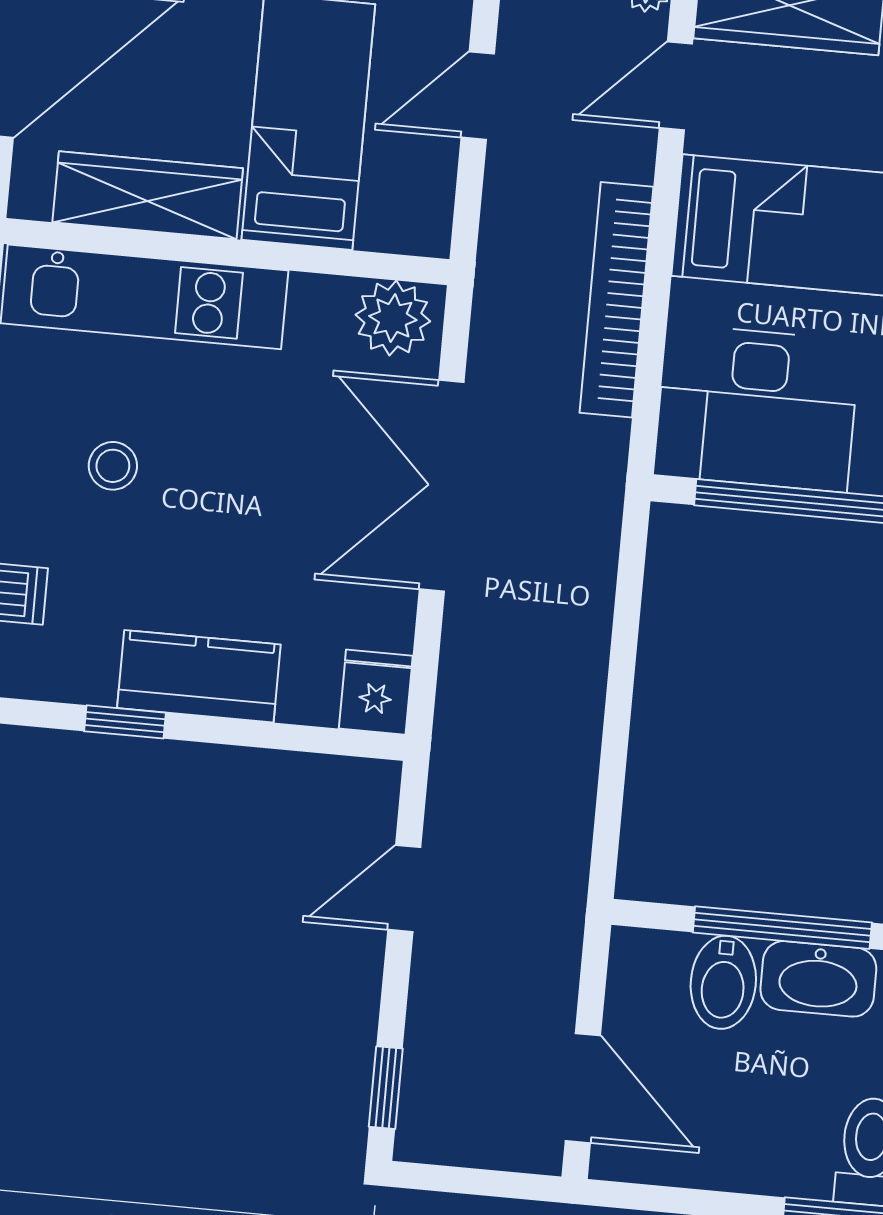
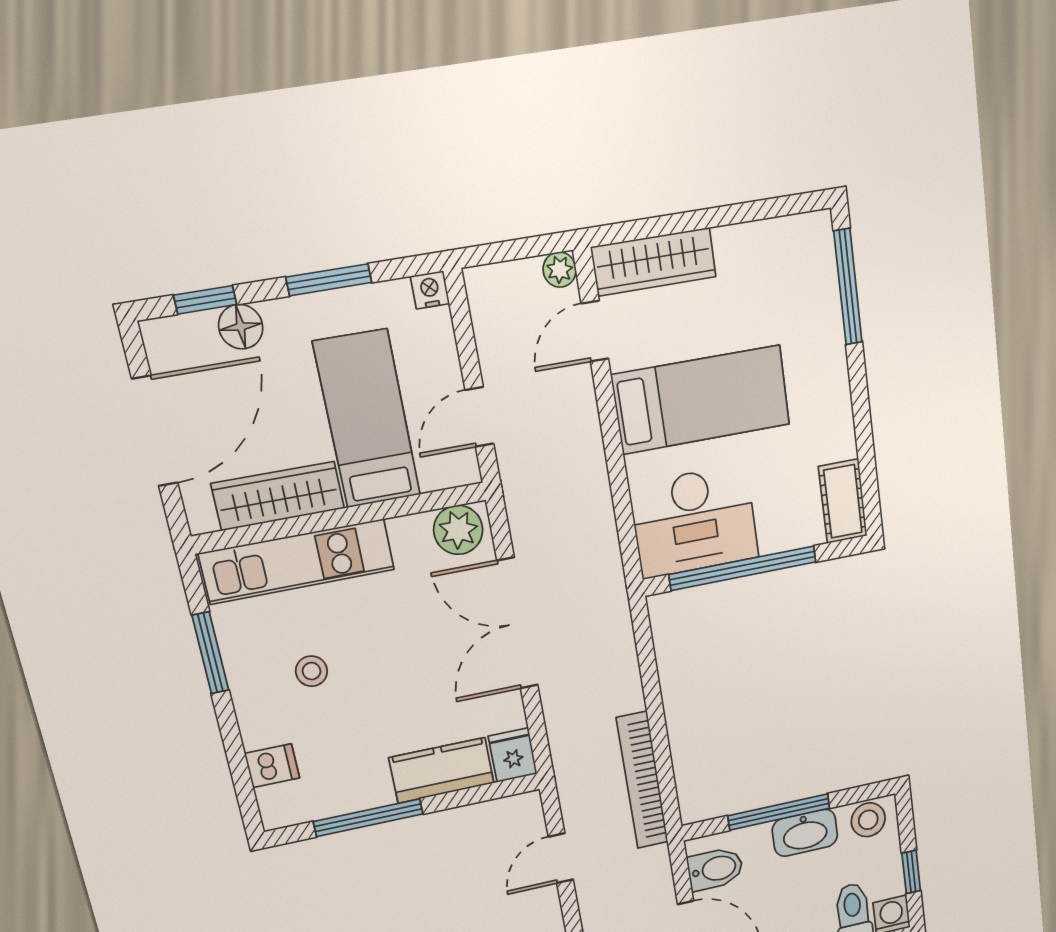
door: (478, 96) -> (479, 417), moved
bookcase: (616, 300) -> (642, 780), moved
kitchen counter: (199, 676) -> (442, 770), moved
window: (125, 722) -> (368, 818), width x2.17
bidet: (723, 982) -> (715, 869), moved, turned -90

